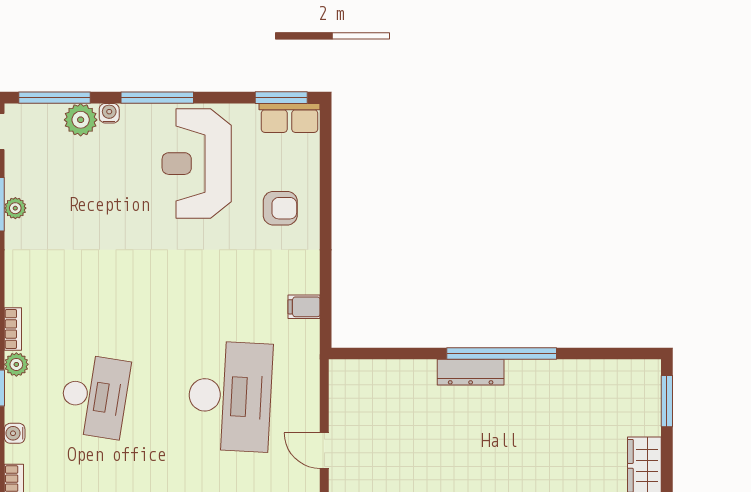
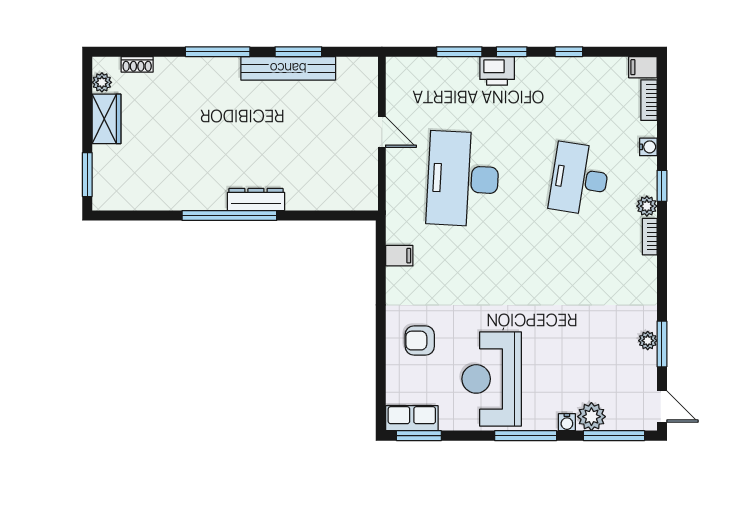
reception desk: (197, 164) -> (492, 379), turned 180

